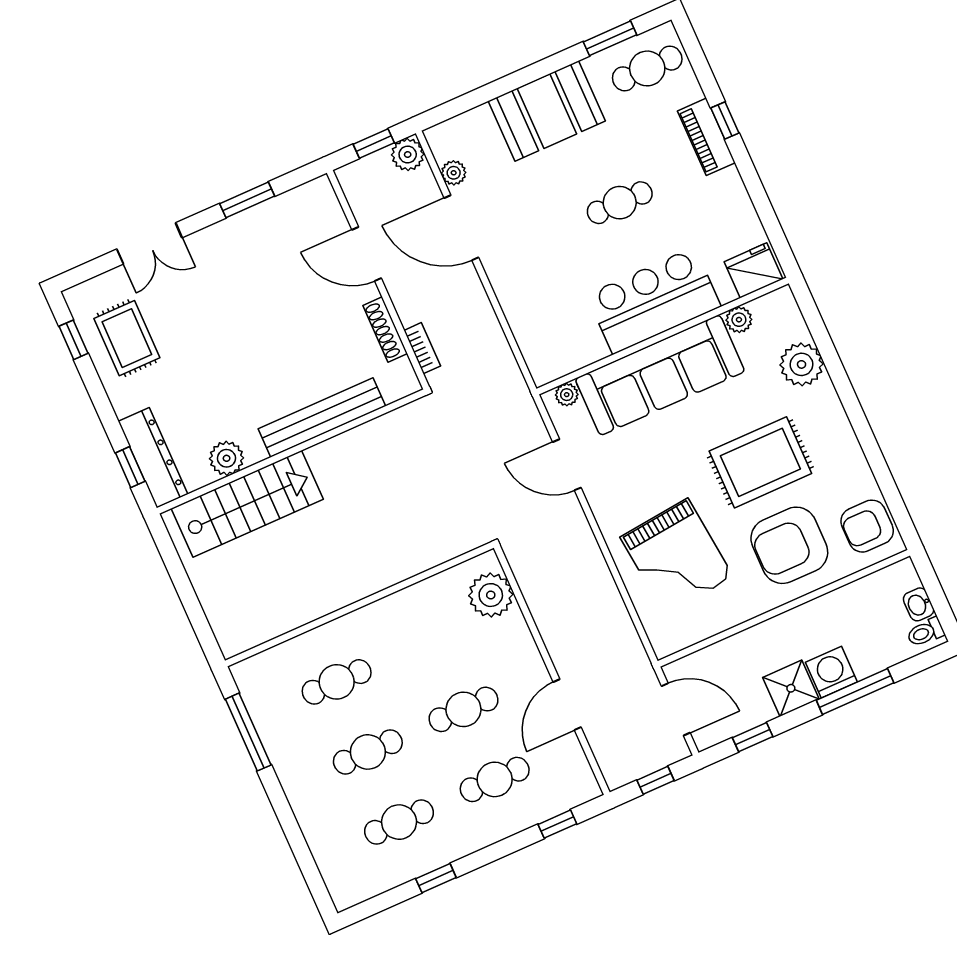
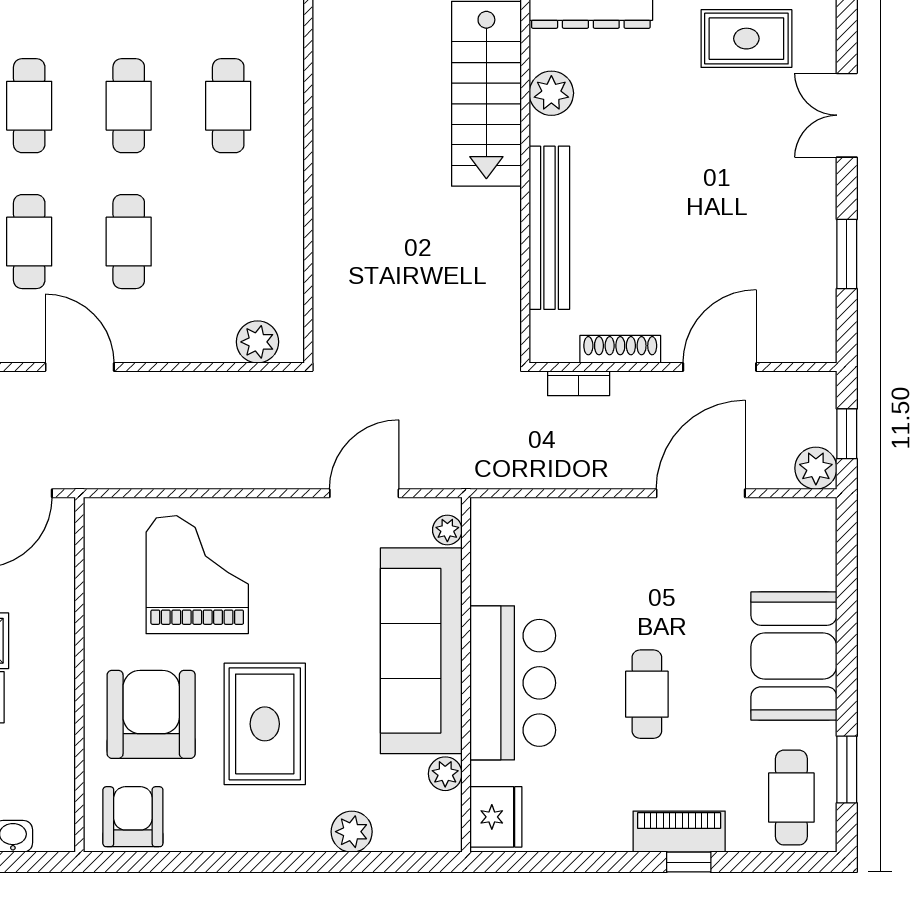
plant: (454, 173) -> (770, 513), removed
plant: (802, 364) -> (352, 832), width x0.73, depth x0.73
grand piano: (677, 557) -> (197, 575), turned 96
plant: (491, 595) -> (258, 342), width x0.73, depth x0.73

